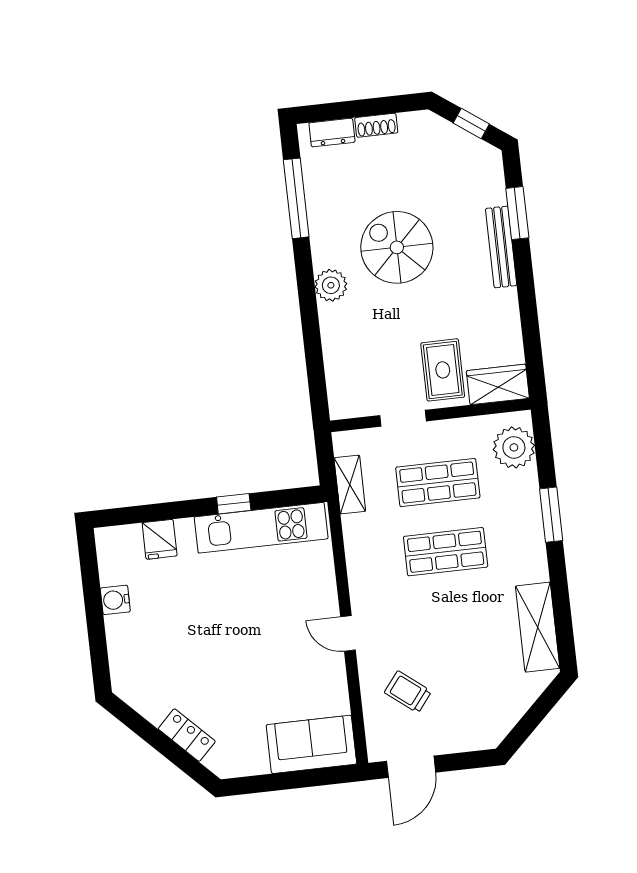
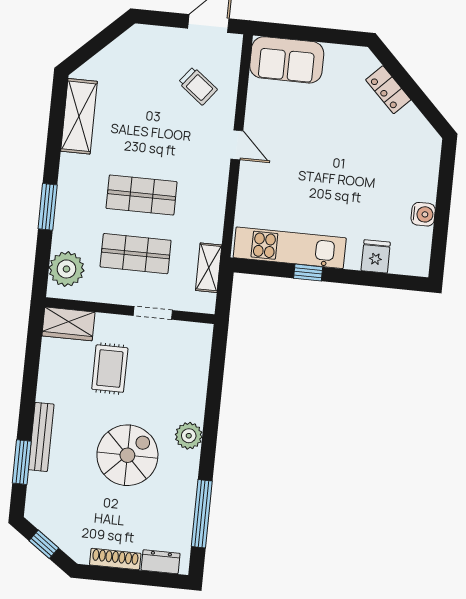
shoe rack: (376, 125) -> (115, 559), width x1.43
spiral stairs: (397, 247) -> (127, 455), turned -90
rug: (443, 370) -> (110, 369), moved

